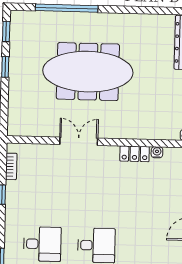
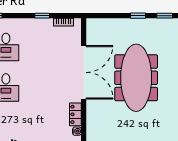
double door: (79, 141) -> (84, 72), width x1.87

